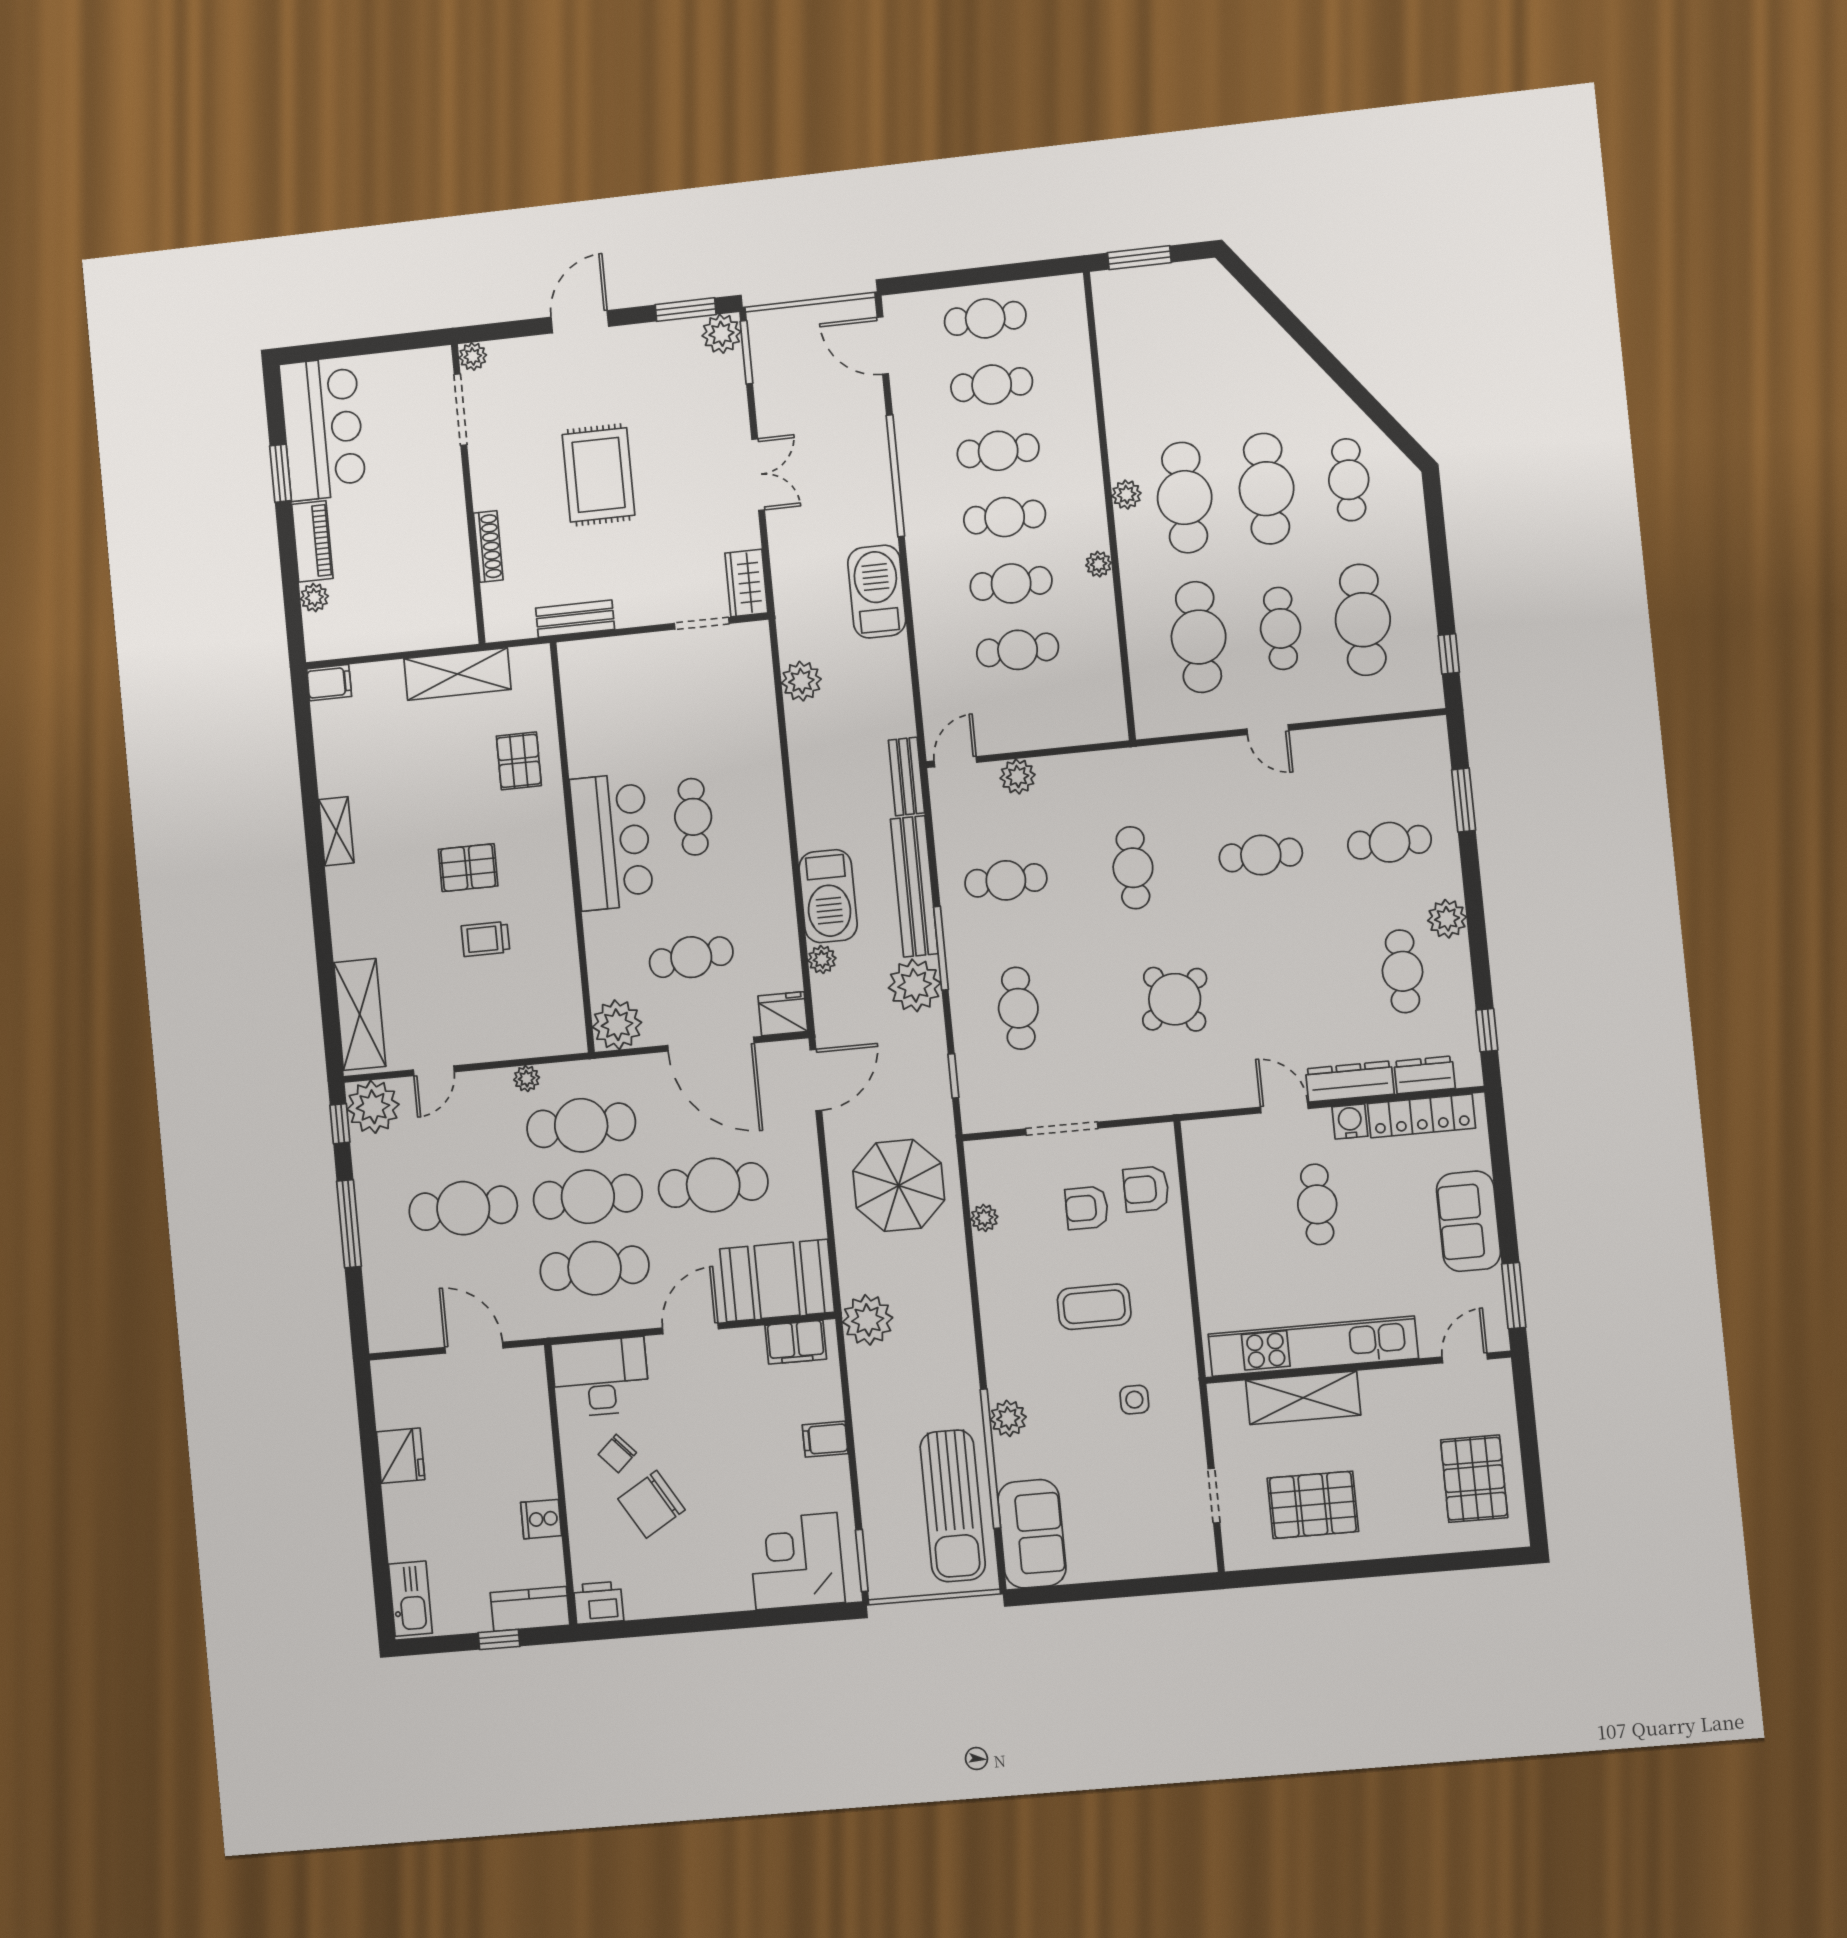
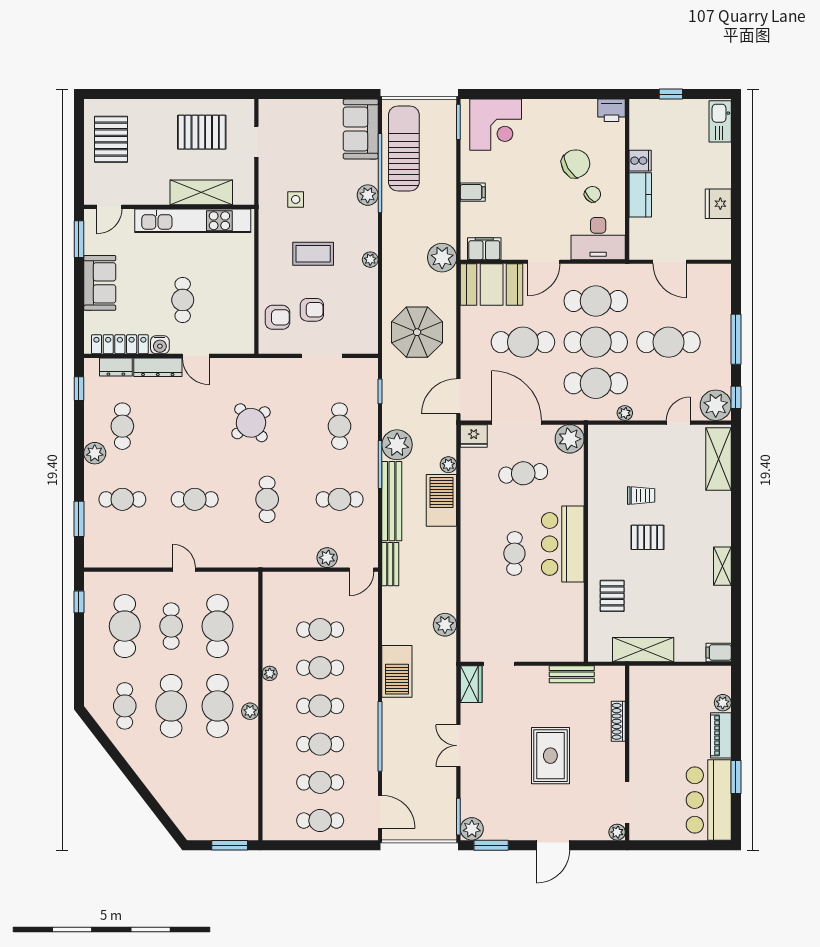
plant: (984, 1218) -> (370, 260), moved
kitchen counter: (530, 1609) -> (640, 195), moved, turned -90

